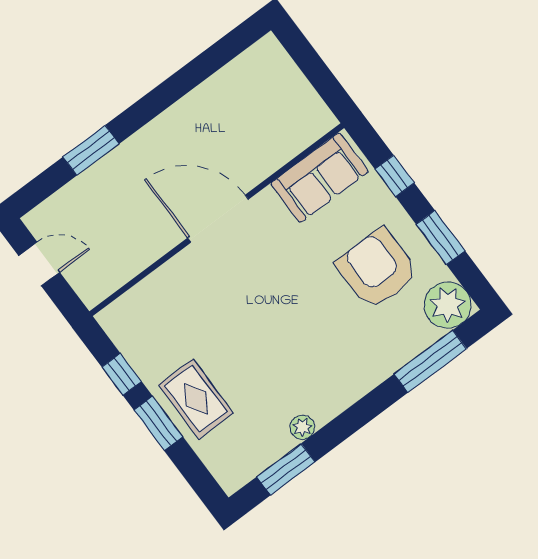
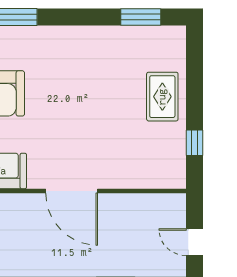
window: (158, 423) -> (195, 99), removed
plant: (302, 427) -> (113, 34), removed

